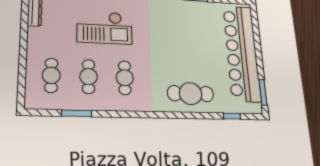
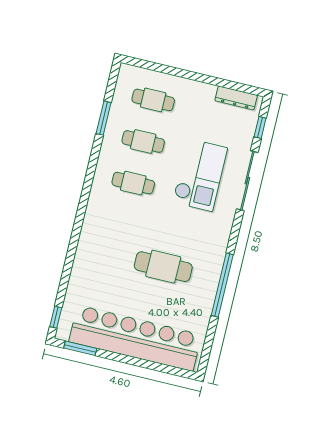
checkout: (104, 27) -> (200, 175), turned 180
cafe table: (191, 94) -> (163, 267), moved, turned 90
window: (232, 116) -> (56, 317), moved

